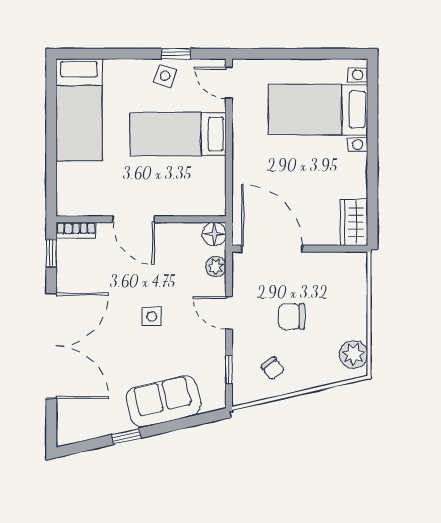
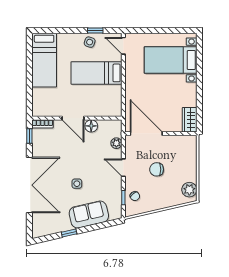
floor lamp: (214, 234) -> (91, 126), moved
side table: (152, 316) -> (77, 184), moved
chair: (273, 369) -> (135, 196), moved

